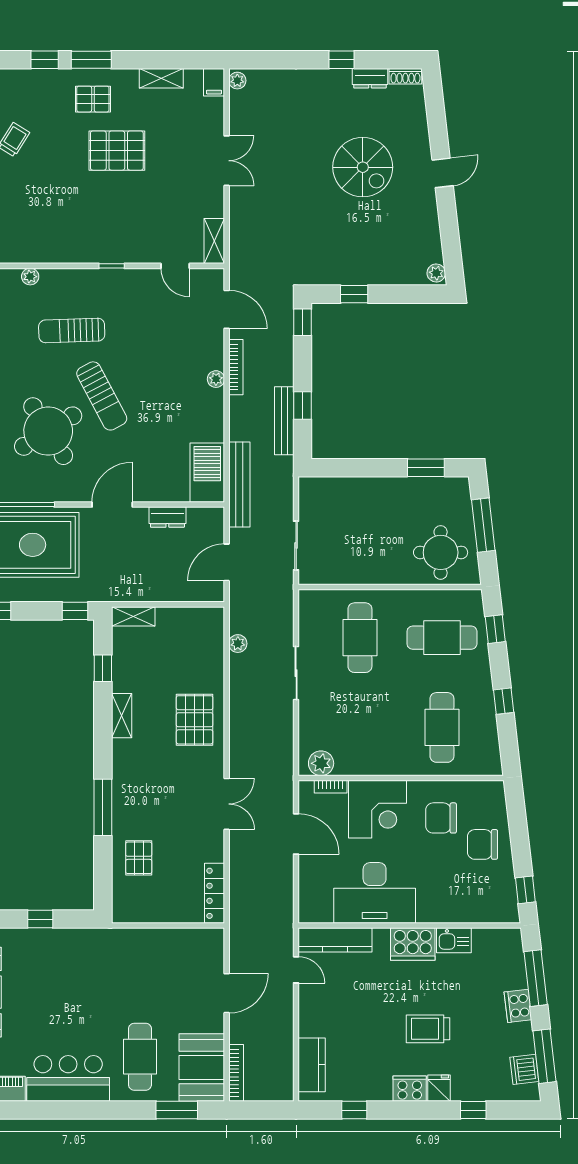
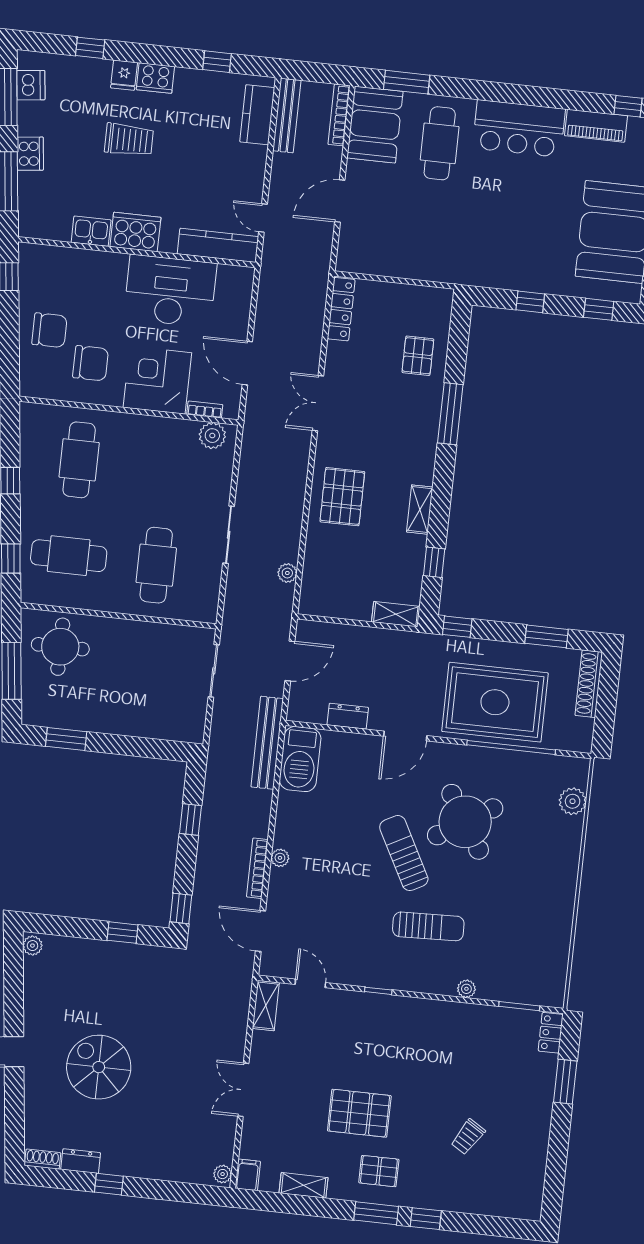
bench: (284, 421) -> (287, 115), moved

